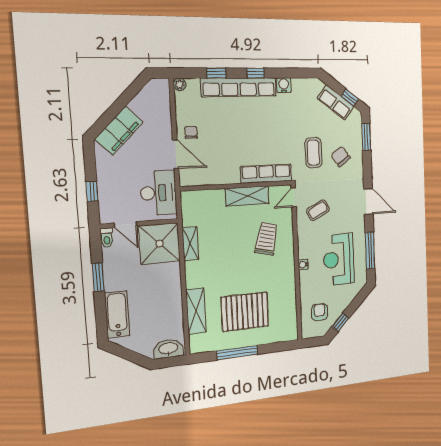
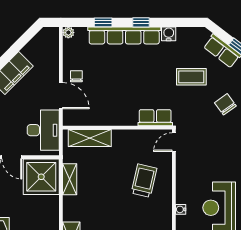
coffee table: (313, 153) -> (191, 77), moved, turned 90
row of seats: (266, 174) -> (155, 118), width x0.68
shelving: (247, 196) -> (90, 138), moved
coffee table: (318, 210) -> (199, 156), removed

